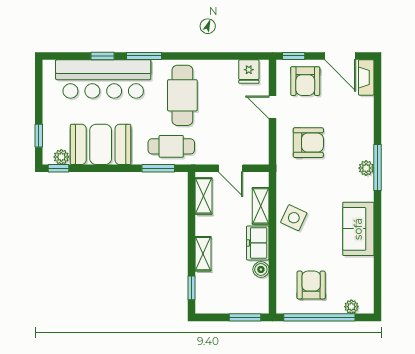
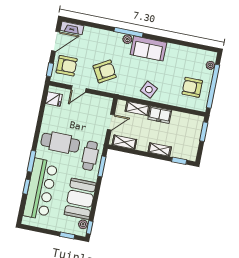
armchair: (308, 143) -> (105, 71), turned 60
sofa: (358, 229) -> (148, 48), moved
boiler: (261, 269) -> (176, 116), removed

